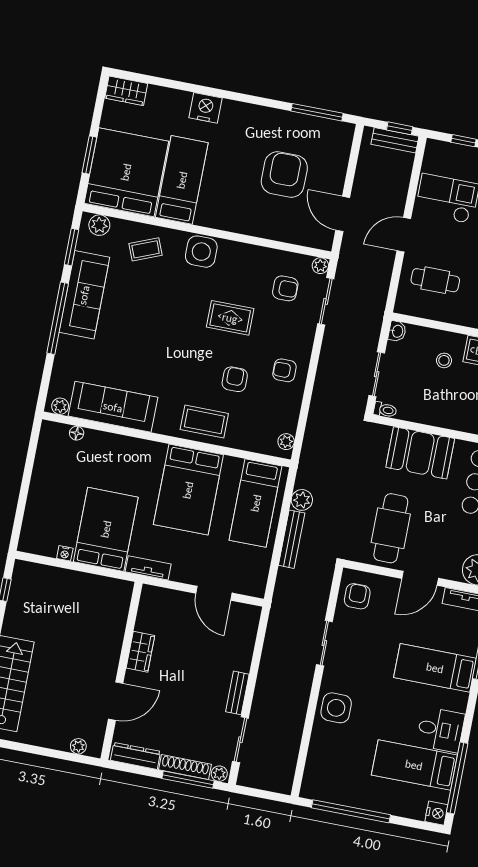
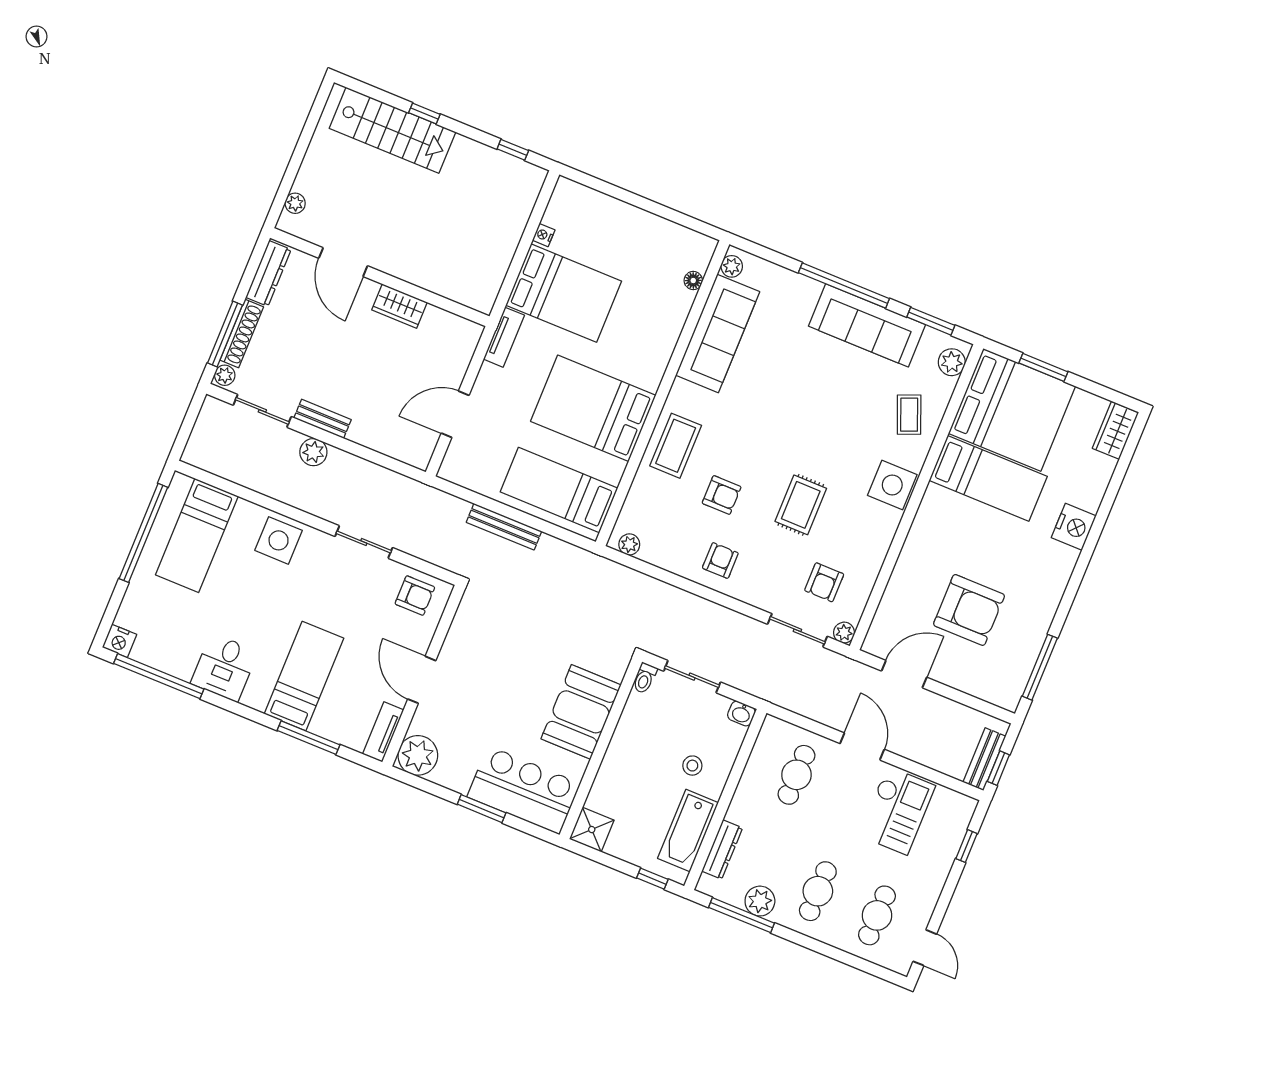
plant: (302, 500) -> (313, 452), moved
cafe table: (391, 528) -> (493, 655), removed
bed: (414, 765) -> (197, 535), moved, turned 180

